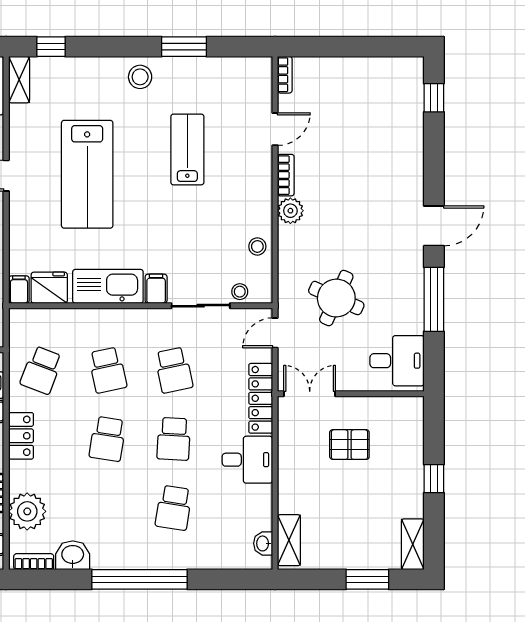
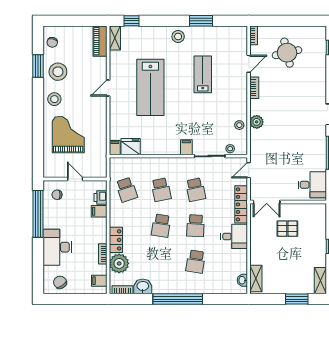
plant: (290, 211) -> (257, 122), moved
kitchen sink: (108, 286) -> (161, 146), removed
round table: (336, 298) -> (287, 53), moved, turned -37
school desk: (41, 370) -> (127, 190), turned -39
double door: (310, 394) -> (267, 202), swing flipped
locker: (21, 436) -> (116, 240), moved

